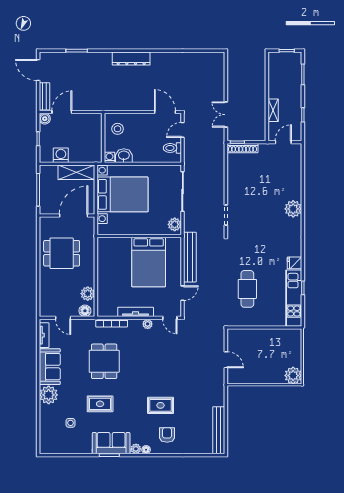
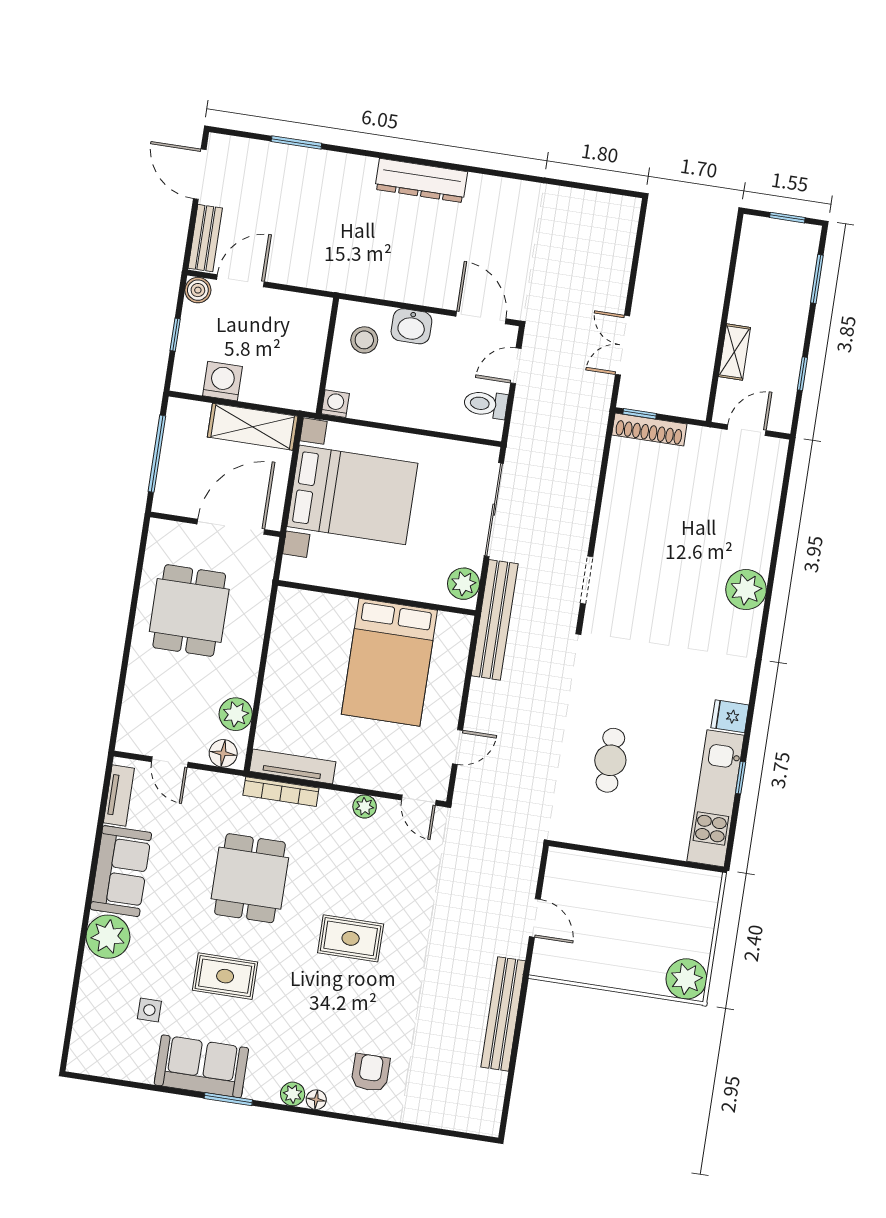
washbasin: (124, 156) -> (411, 326), moved, turned 180
dining table: (62, 253) -> (189, 610), turned 90
bench: (190, 257) -> (495, 620), moved
cafe table: (247, 289) -> (610, 760), width x0.73, depth x0.74
tv unit: (136, 312) -> (293, 766), moved
rug: (161, 405) -> (351, 938), moved
bench: (219, 430) -> (503, 1014), moved
sofa: (111, 443) -> (201, 1066), moved

